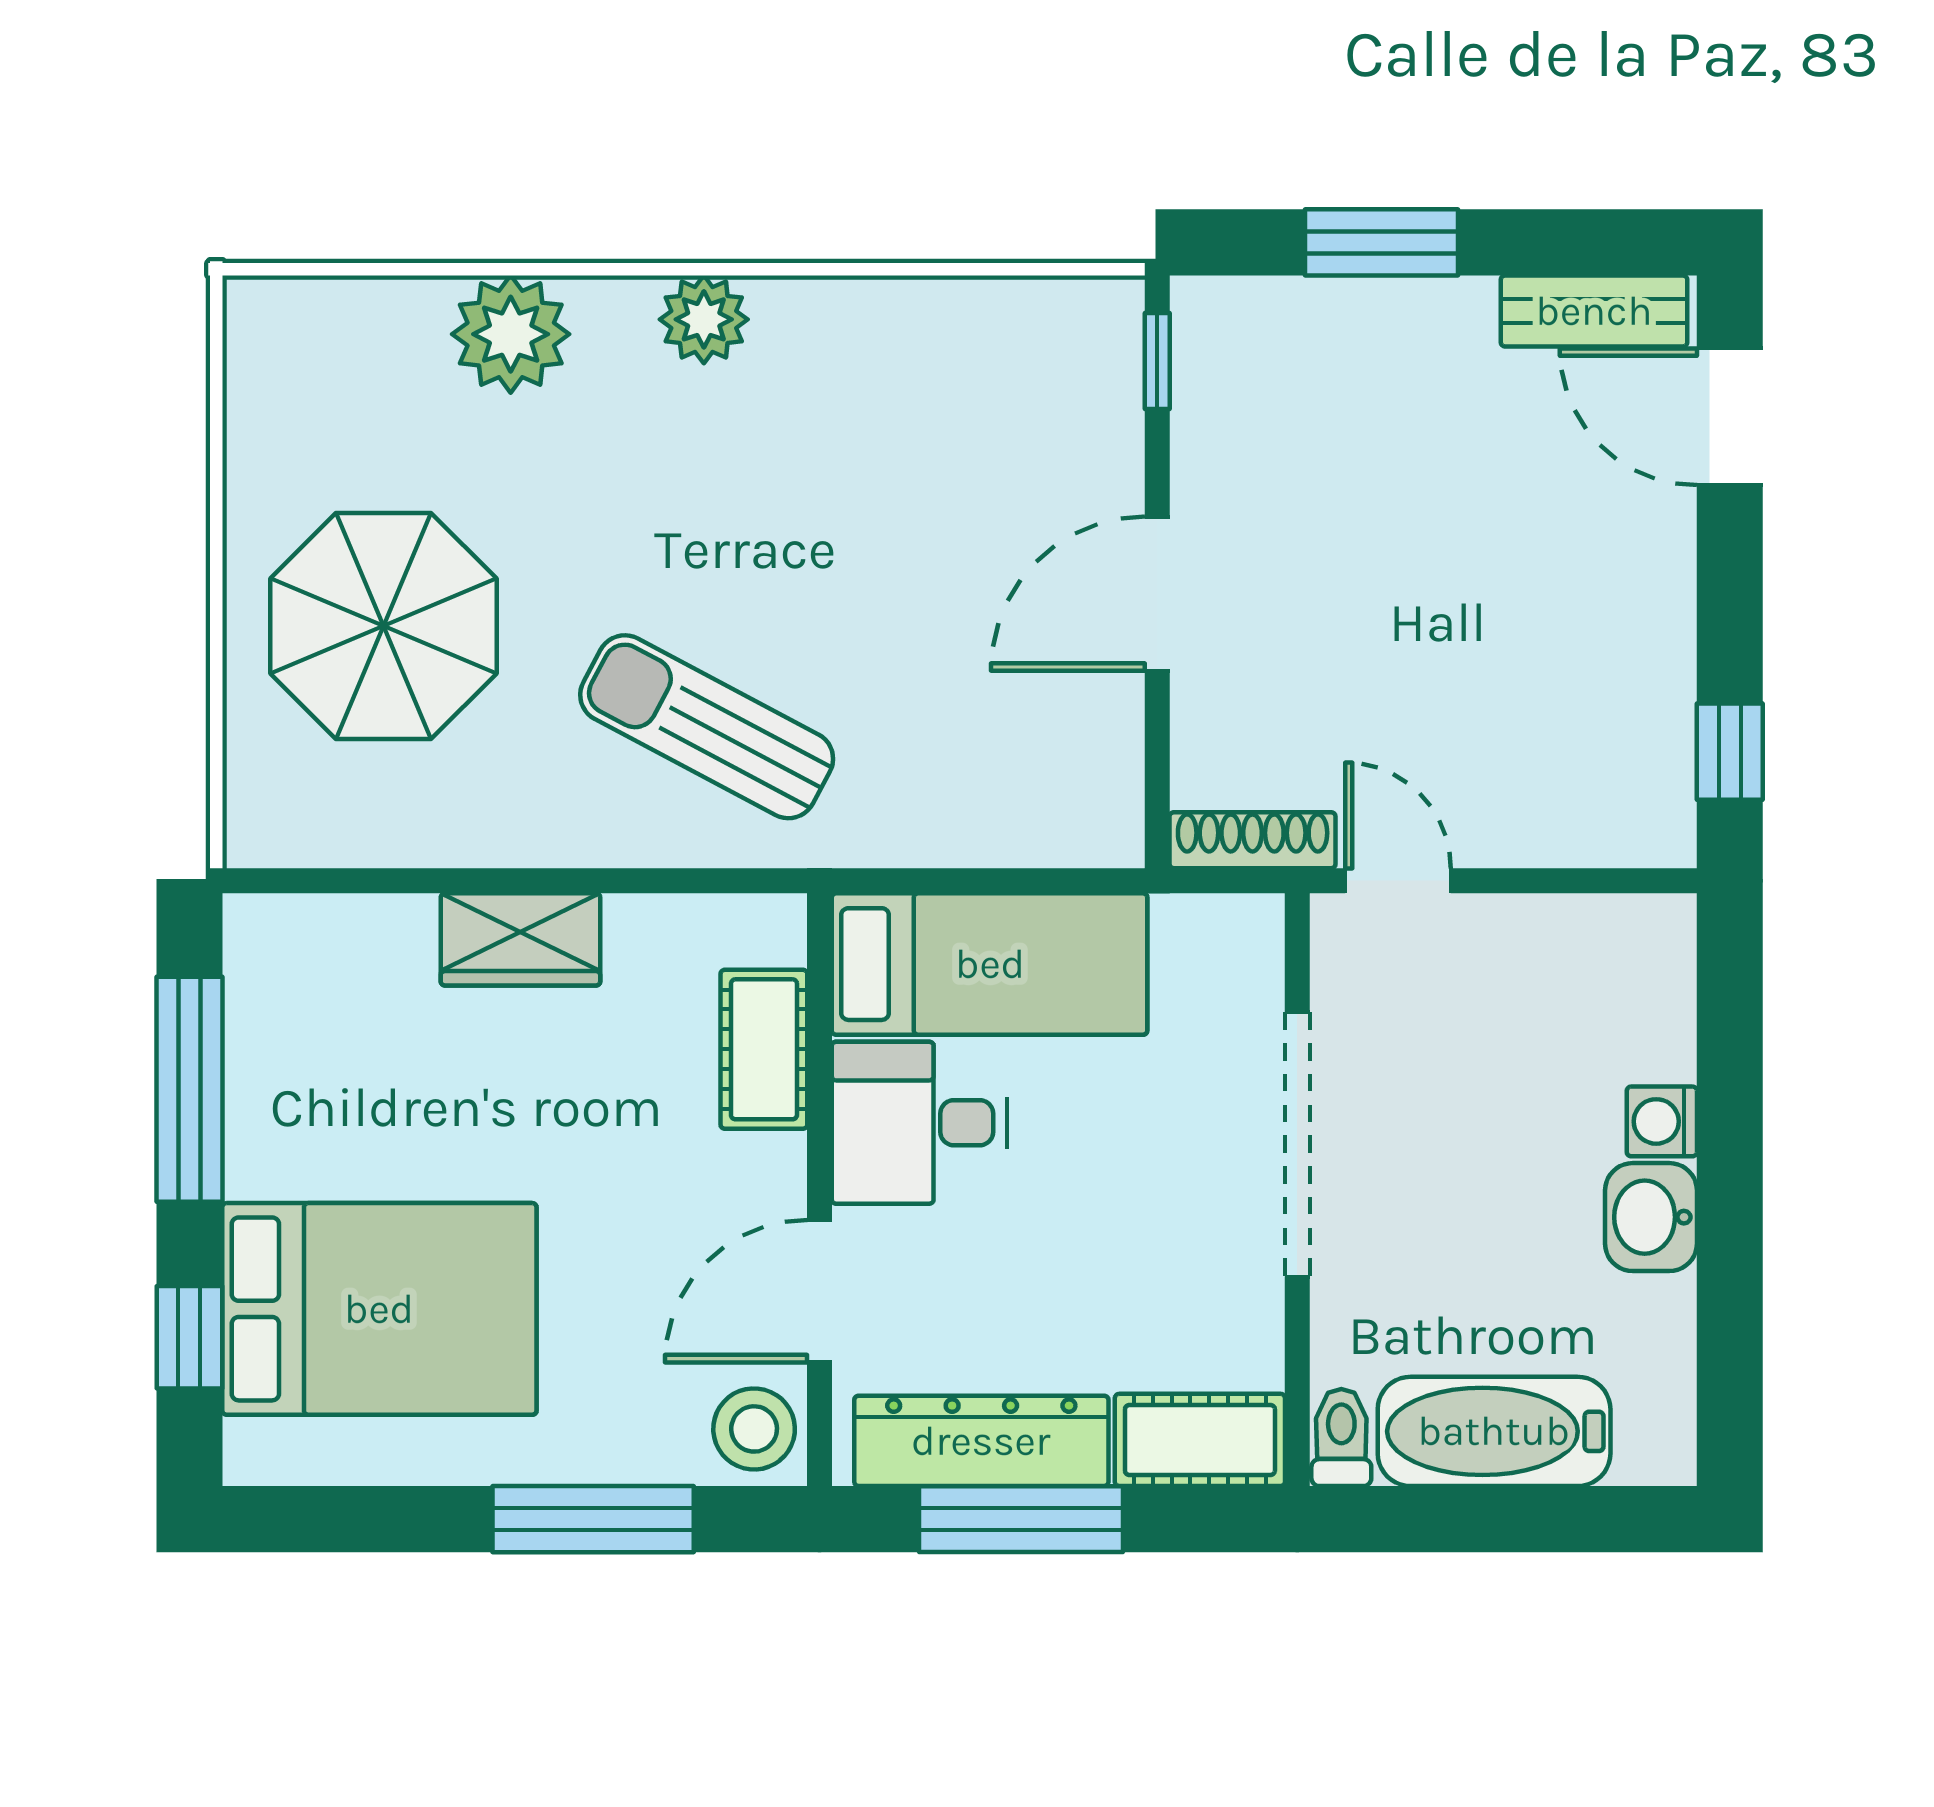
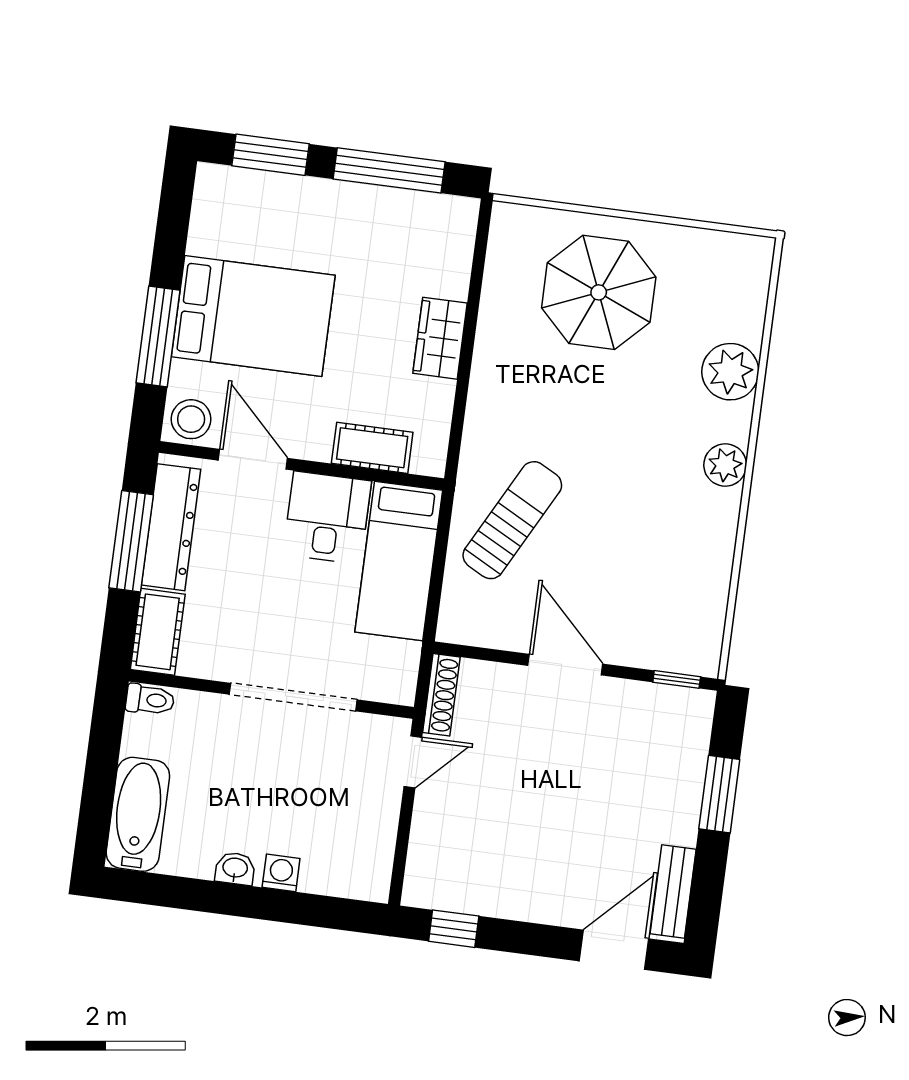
sun lounger: (707, 727) -> (512, 520), moved
washbasin: (1651, 1217) -> (235, 868), width x0.72, depth x0.69
bed: (379, 1309) -> (253, 316), moved, turned -90
window: (189, 1337) -> (271, 155), width x1.50
bathtub: (1494, 1431) -> (138, 814), moved

